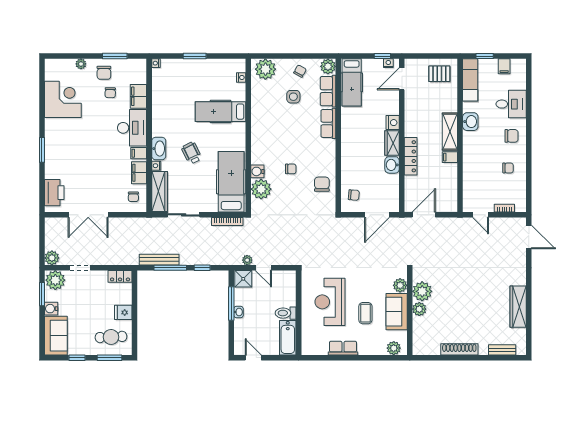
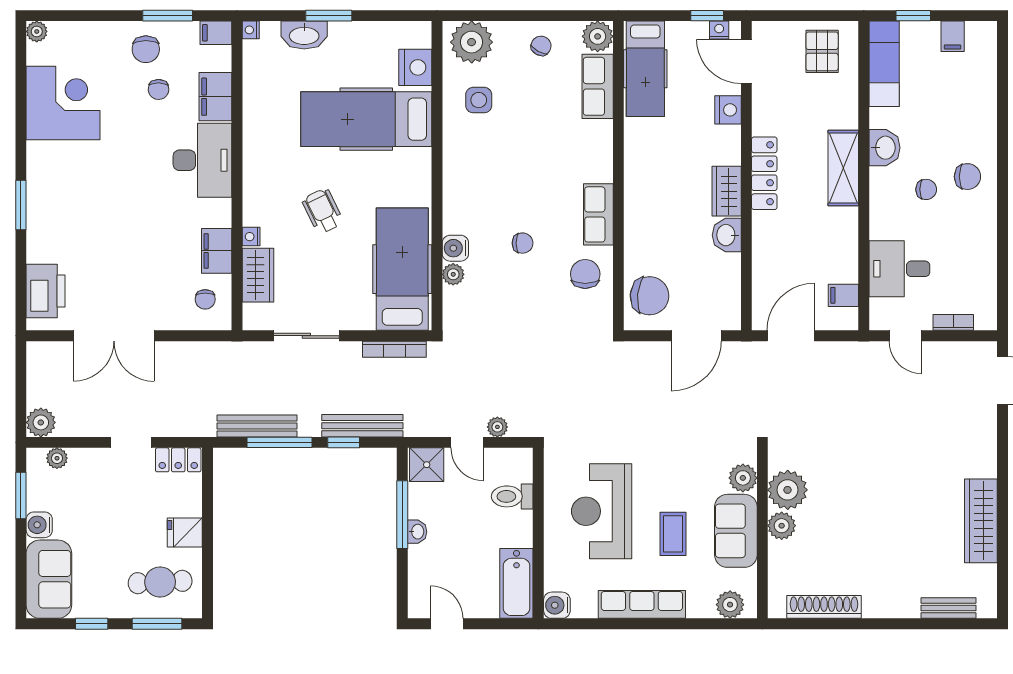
plant: (81, 64) -> (37, 31), moved
pallet: (439, 74) -> (822, 51), turned 90
nightstand: (241, 77) -> (415, 67), width x1.89, depth x1.79
door: (402, 79) -> (746, 61), hinge flipped
side table: (293, 97) -> (479, 100), moved
desk: (511, 104) -> (899, 269), moved, turned 180
hospital bed: (221, 112) -> (366, 119), width x1.37, depth x1.29
row of seats: (328, 123) -> (598, 214), moved
nightstand: (393, 123) -> (728, 110), moved
washbasin: (159, 149) -> (304, 35), moved, turned 90
filing cabinet: (139, 153) -> (216, 33), moved
locker: (411, 156) -> (764, 173), moved
filing cabinet: (450, 157) -> (843, 295), moved
chair: (508, 168) -> (926, 189), moved
plant: (261, 189) -> (453, 274), width x0.53, depth x0.53
wardrobe: (160, 191) -> (258, 275), width x0.67
chair: (354, 195) -> (650, 296), width x1.87, depth x1.87
bench: (211, 259) -> (362, 426), added
plant: (247, 260) -> (497, 427), moved
doorway: (80, 268) -> (131, 442), moved
plant: (55, 280) -> (57, 458), width x0.53, depth x0.53
toilet: (286, 313) -> (512, 496), moved
row of seats: (343, 348) -> (642, 604), width x1.48
water cooler: (308, 349) -> (557, 605), added
shoe rack: (459, 349) -> (824, 607), moved

